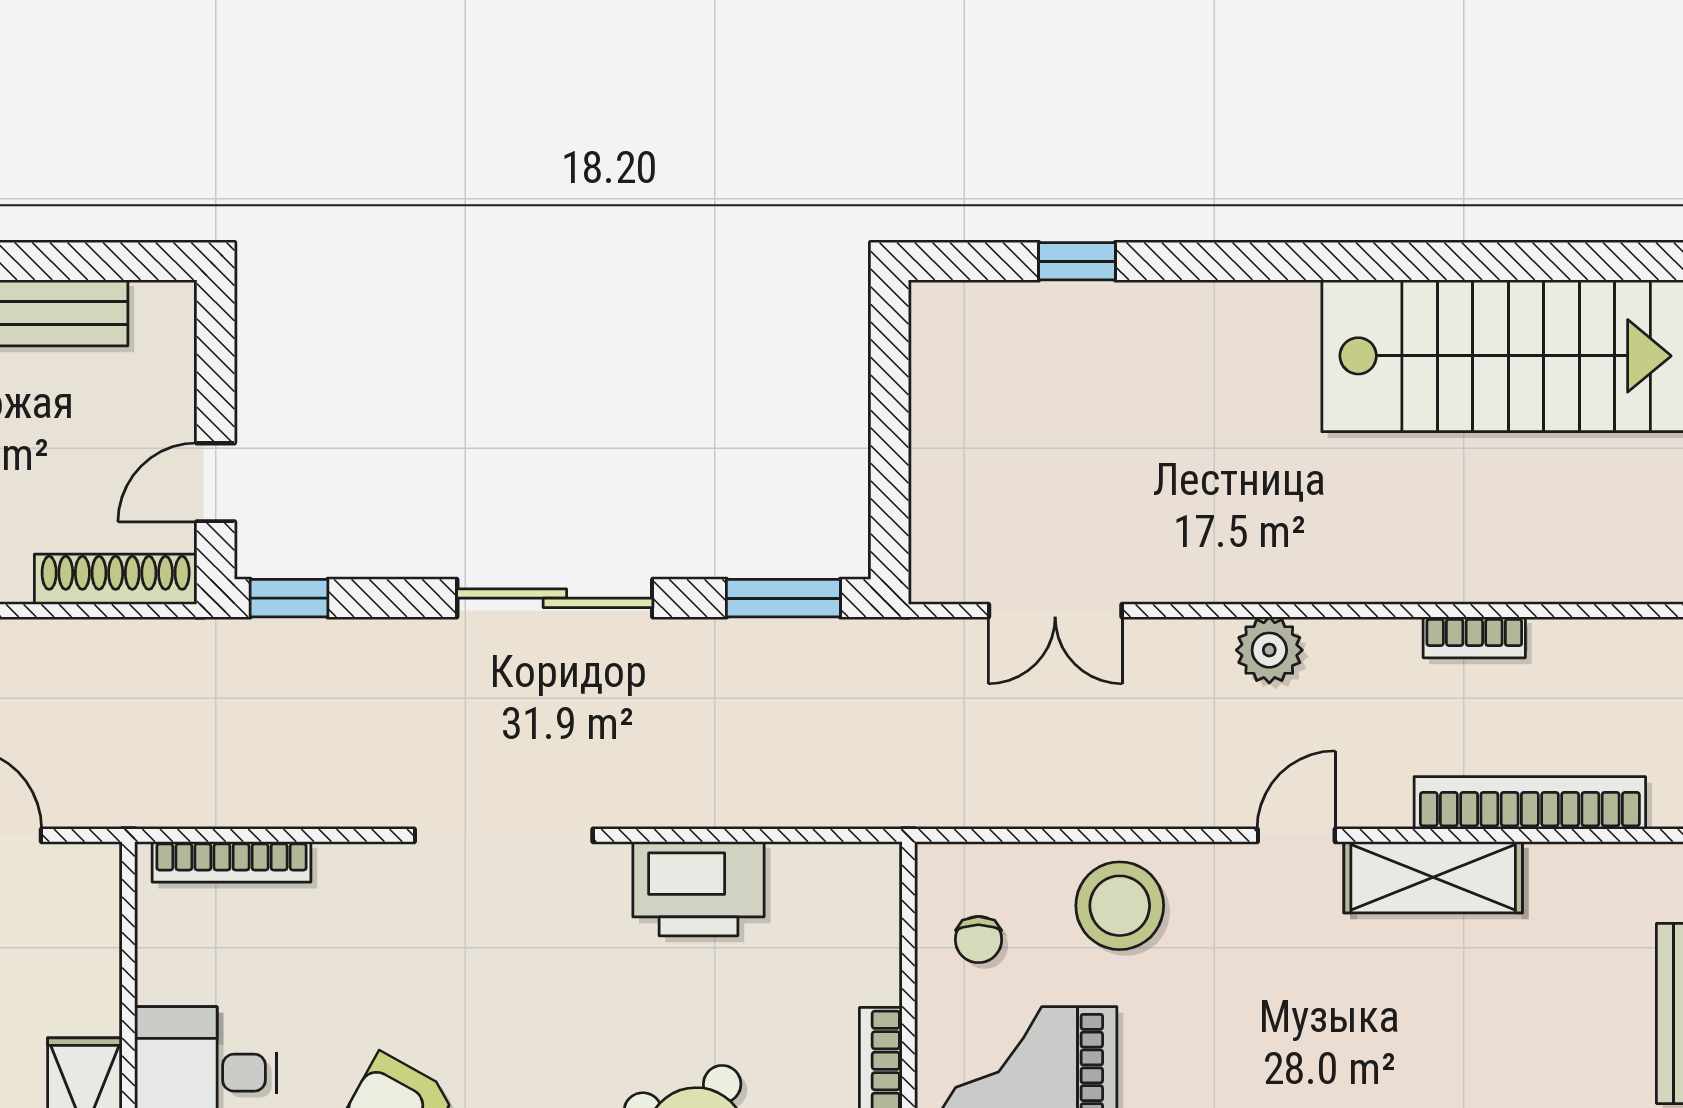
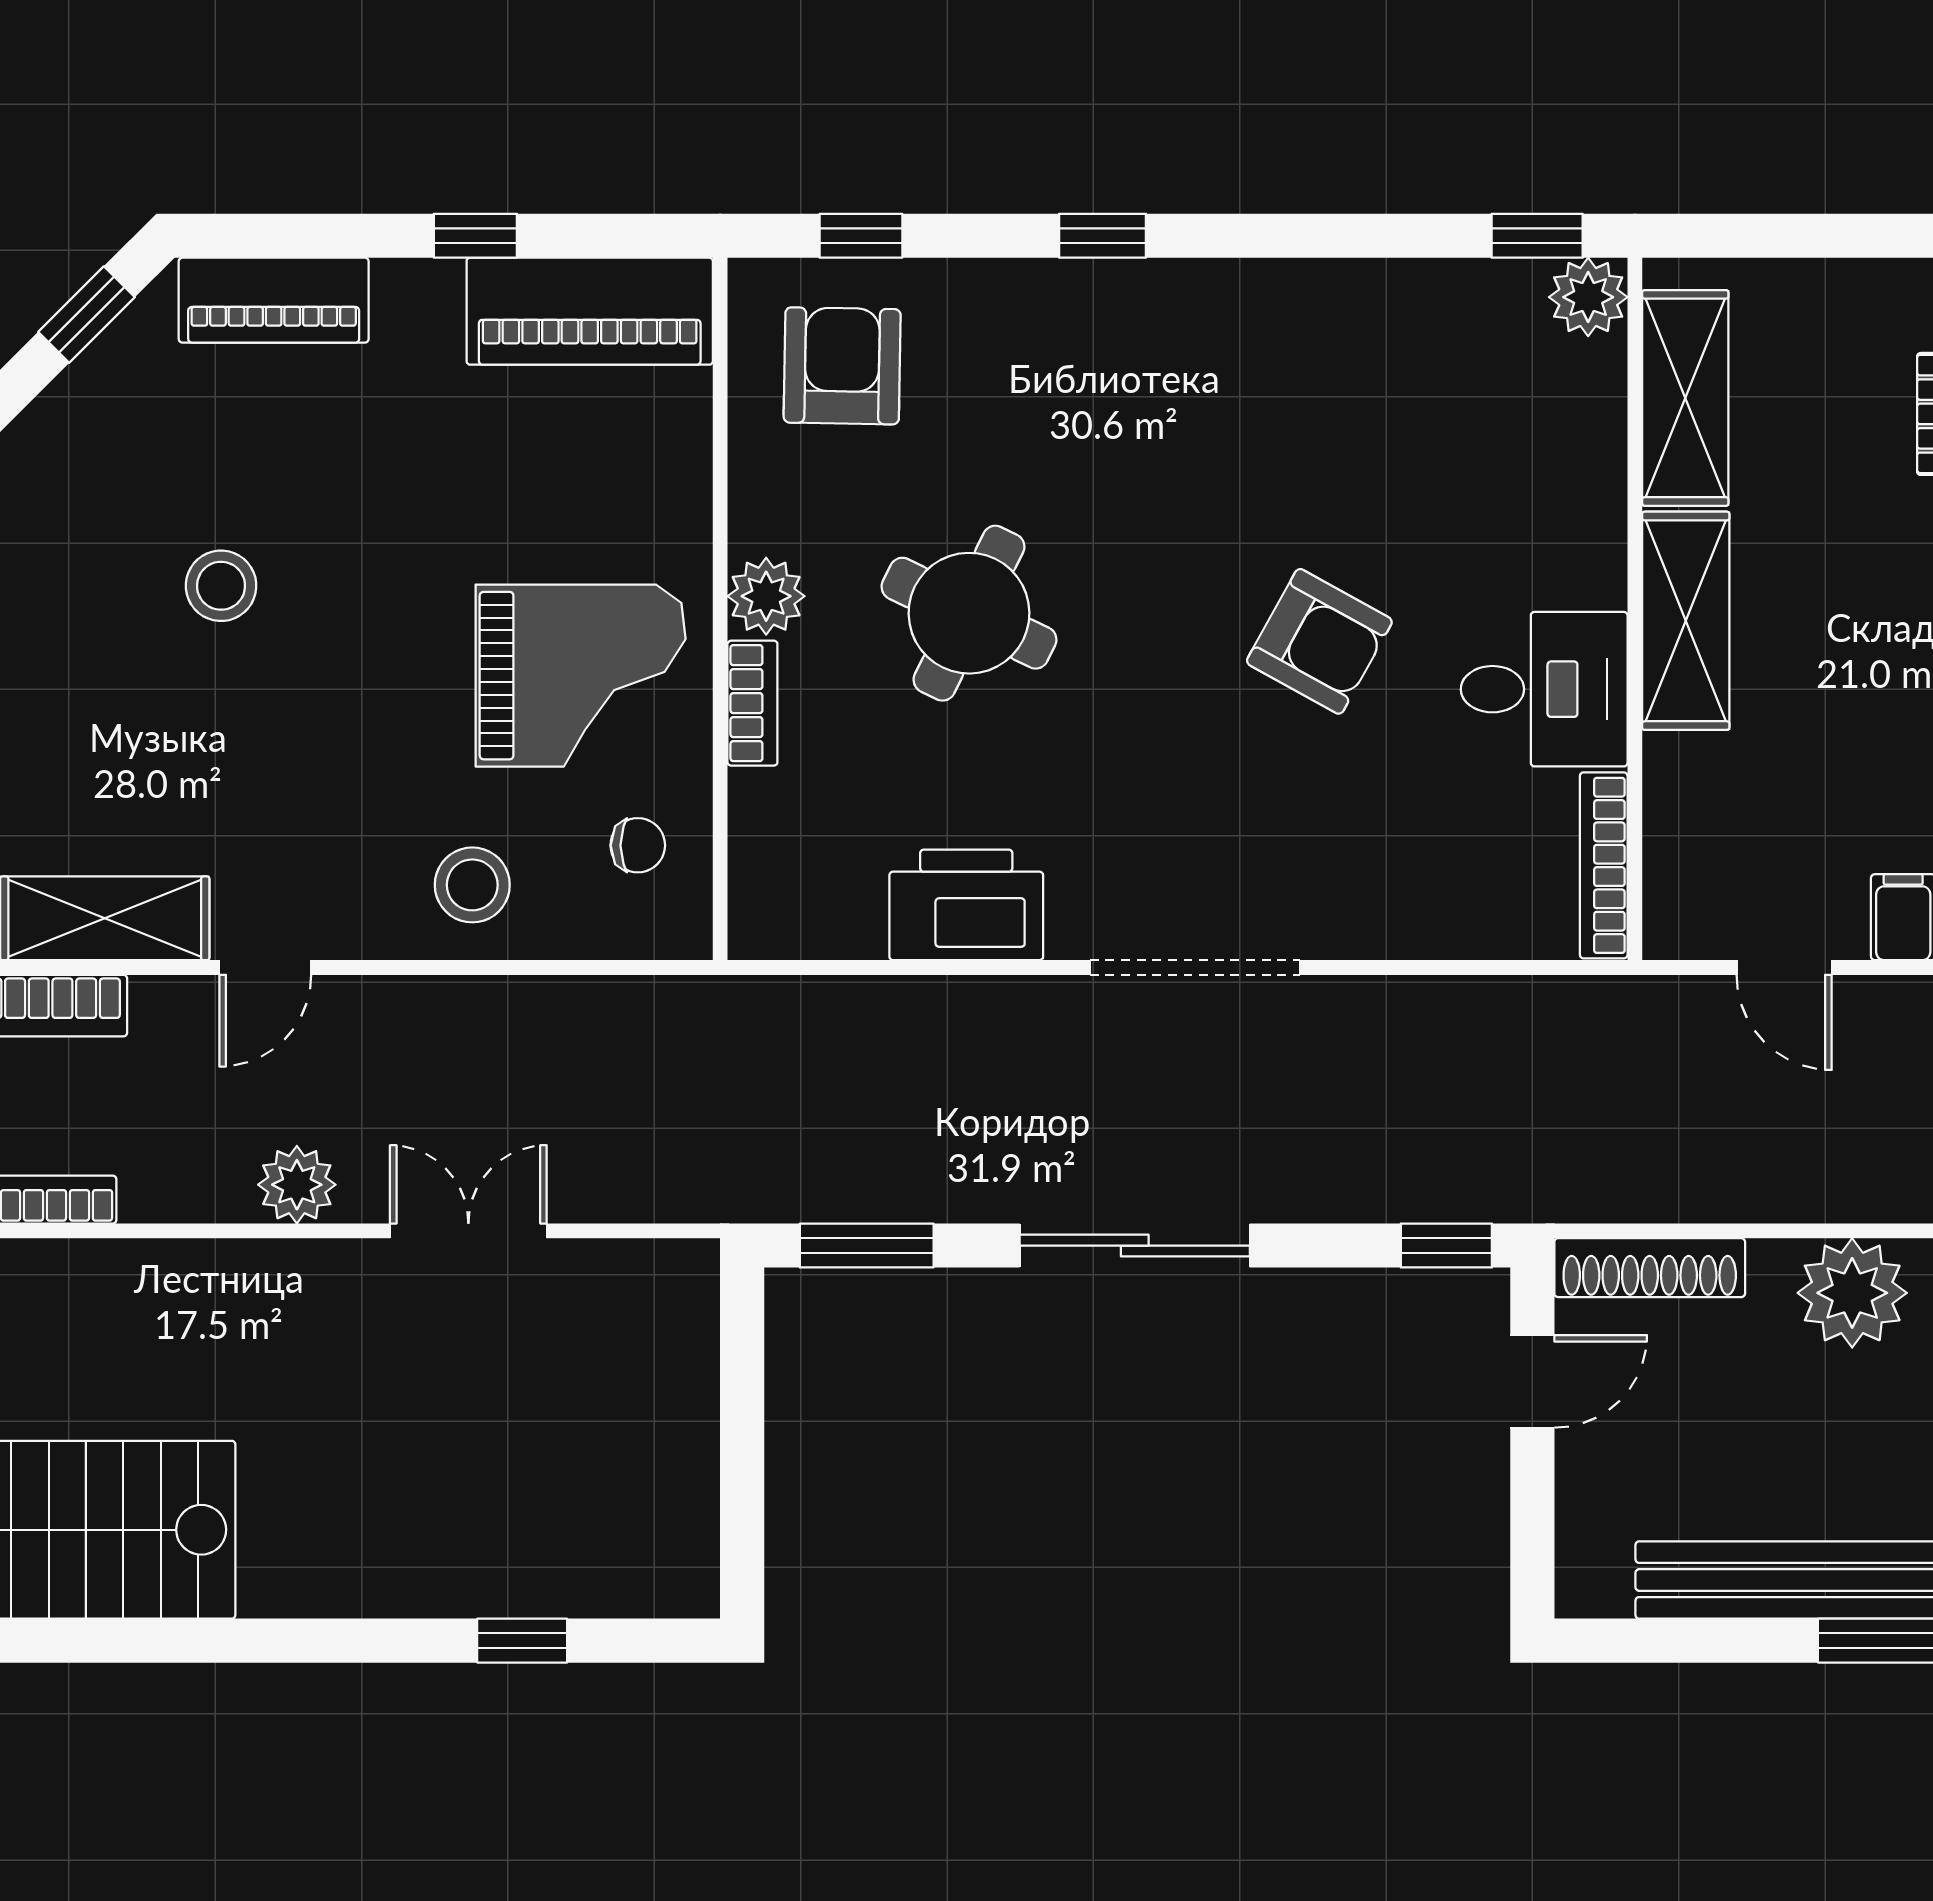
double door: (1055, 611) -> (468, 1231), moved
bookcase: (231, 862) -> (1604, 865), moved, turned -90
stool: (1120, 906) -> (472, 885), width x0.73, depth x0.73
chair: (978, 940) -> (638, 845), turned 90

